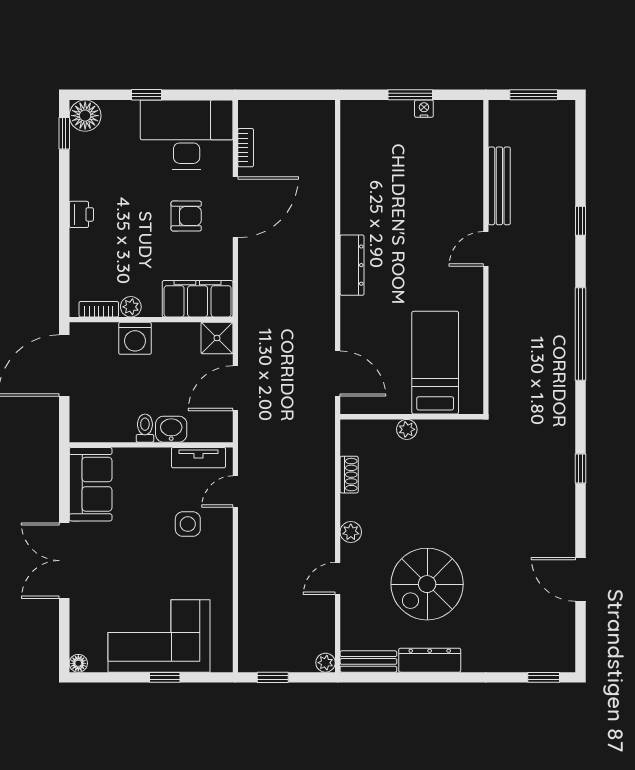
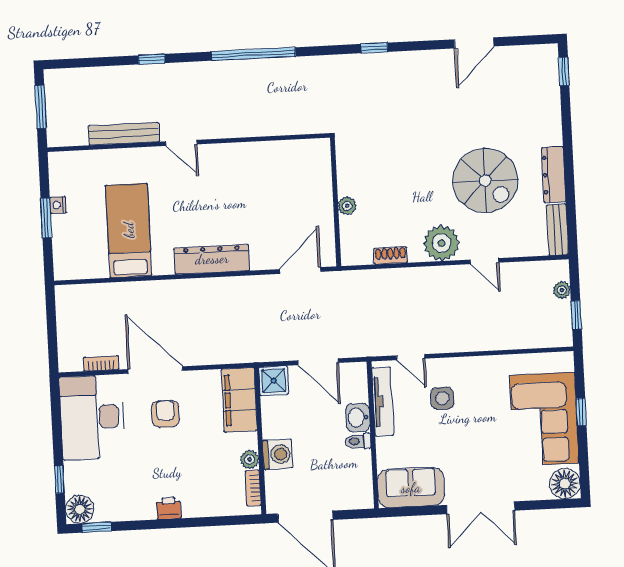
window: (147, 95) -> (59, 479), moved
dresser: (352, 265) -> (212, 259), width x1.37, depth x1.24
bed: (435, 363) -> (129, 230), moved, turned 90
tv unit: (198, 458) -> (383, 402), width x1.41
plant: (351, 532) -> (442, 243), width x1.88, depth x1.88
floor lamp: (78, 663) -> (565, 484), width x1.89, depth x1.89
plant: (326, 663) -> (562, 290), moved

